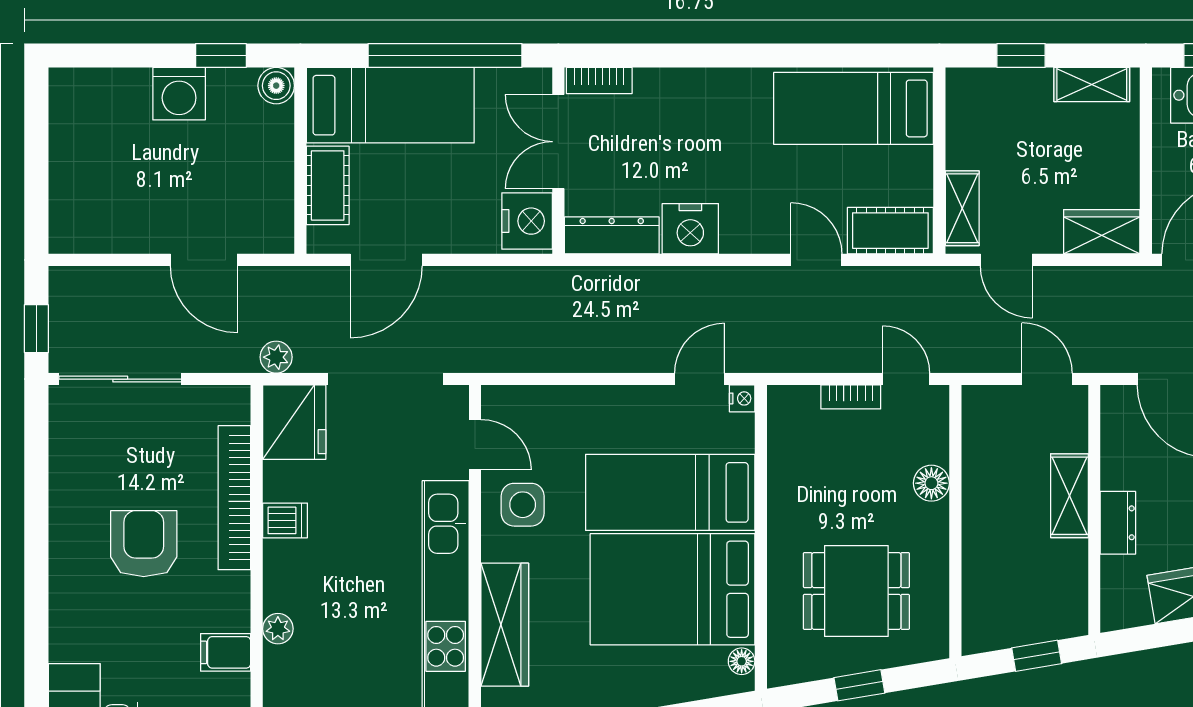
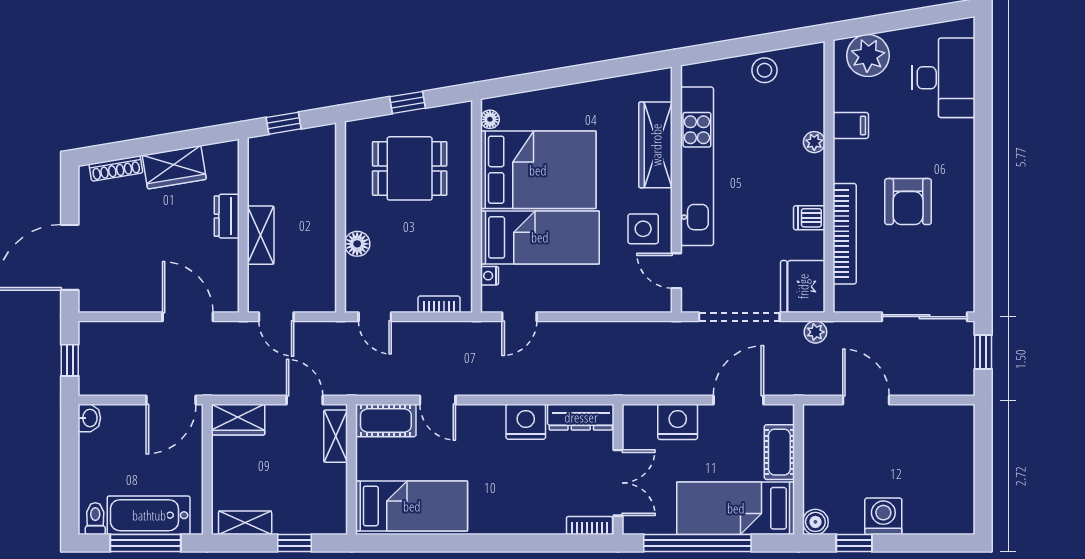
nightstand: (527, 221) -> (678, 422), moved, turned 90
bookcase: (851, 397) -> (439, 304), moved
nightstand: (742, 398) -> (490, 276), moved

